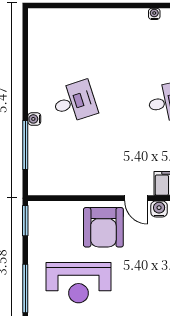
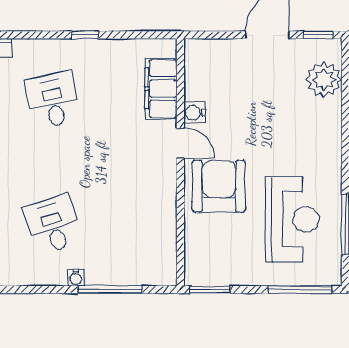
door: (136, 198) -> (180, 143), hinge flipped
armchair: (103, 227) -> (219, 186), turned -90

